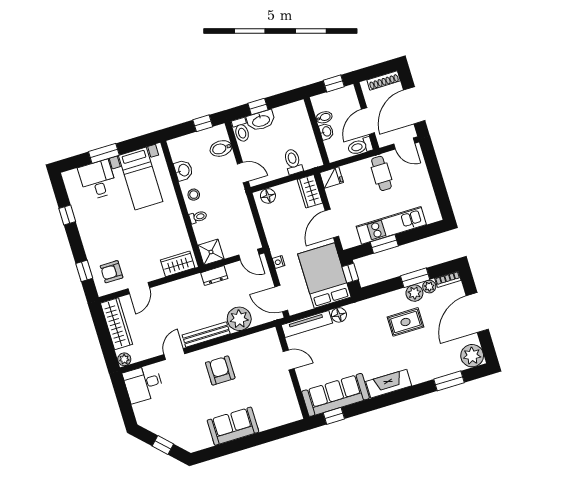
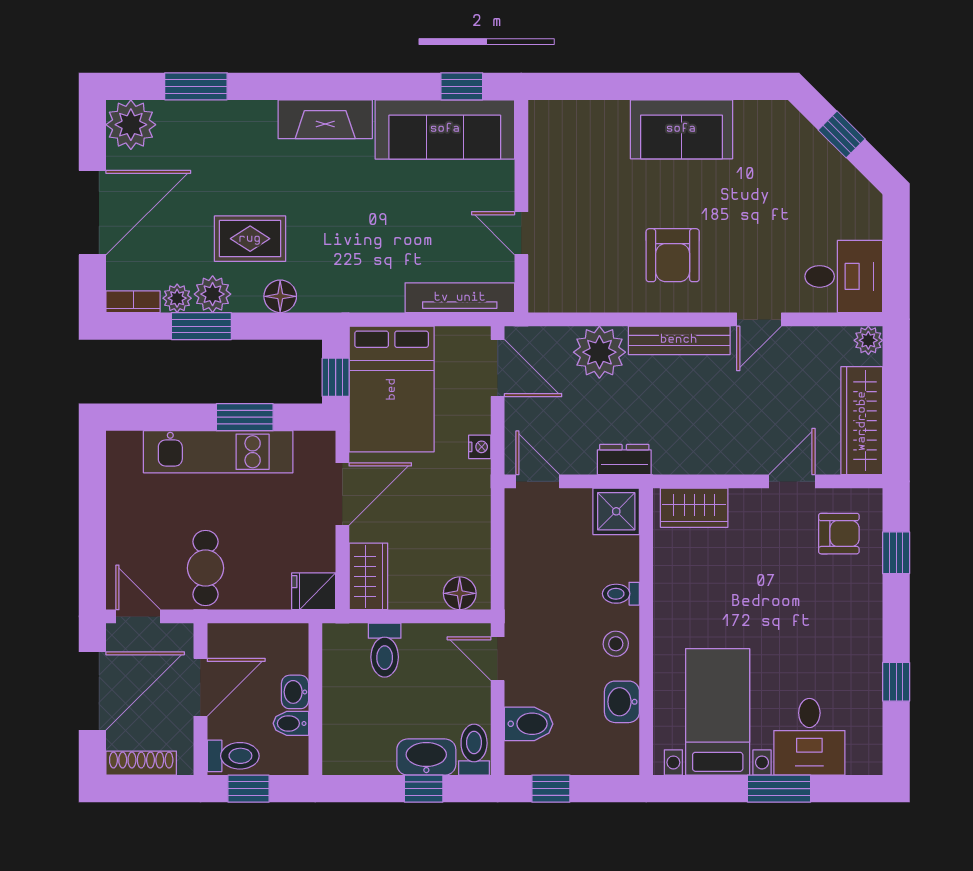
toilet: (360, 146) -> (233, 756), moved
floor lamp: (339, 315) -> (280, 296), moved

